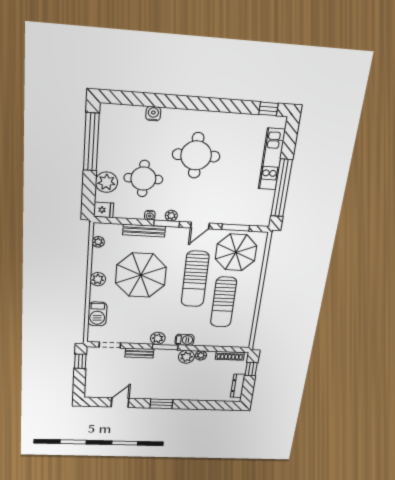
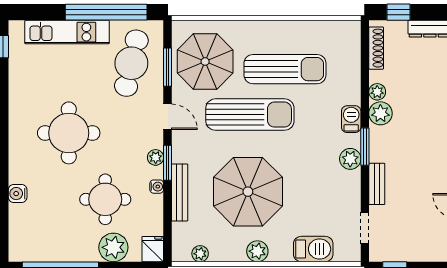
cafe table: (242, 203) -> (131, 63), added

